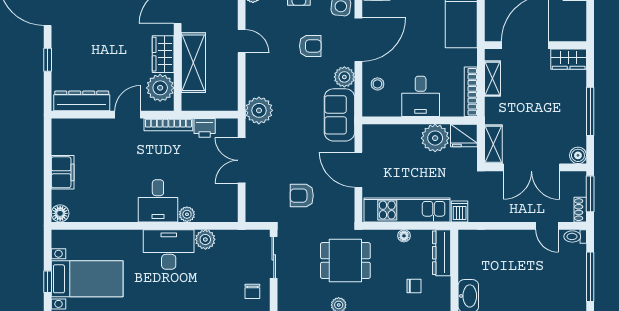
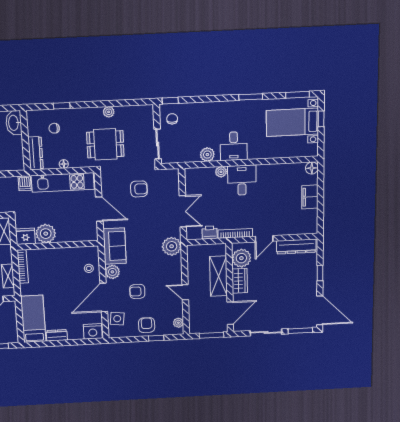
desk: (421, 96) -> (58, 262), removed
desk: (169, 249) -> (234, 146), width x0.73

